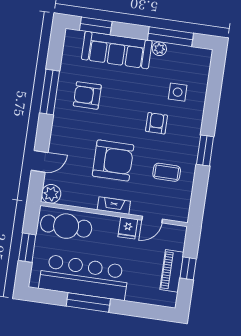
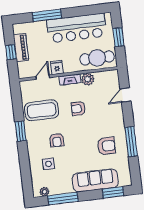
plant: (159, 49) -> (44, 192), moved
armchair: (113, 160) -> (78, 109), width x0.53, depth x0.53
coffee table: (167, 172) -> (42, 110), width x1.86, depth x1.72
plant: (51, 194) -> (88, 79), moved
window: (88, 302) -> (47, 15), moved

